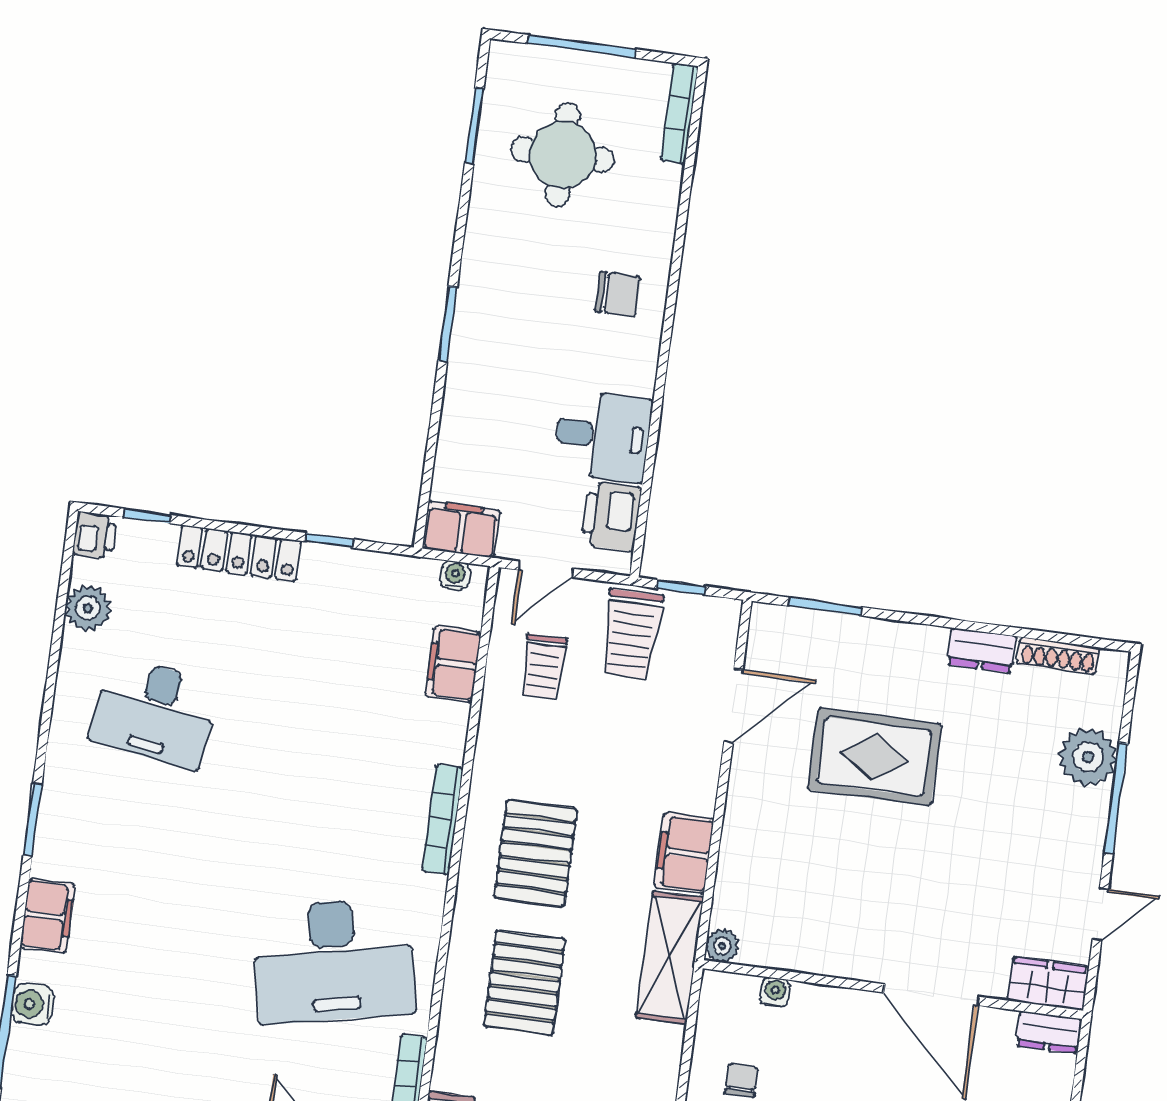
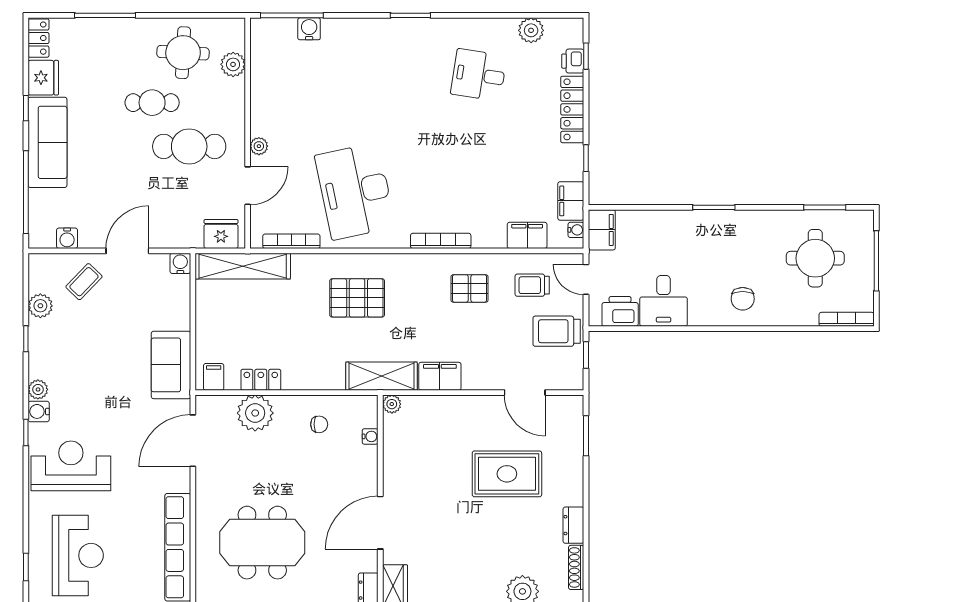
printer: (95, 535) -> (573, 61), moved, turned 90
desk: (155, 712) -> (479, 75), width x0.73
rug: (874, 757) -> (507, 474), turned 90
pallet: (536, 853) -> (470, 288), moved, width x0.67, depth x0.71
filing cabinet: (47, 916) -> (571, 201), moved, turned 90

